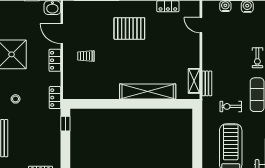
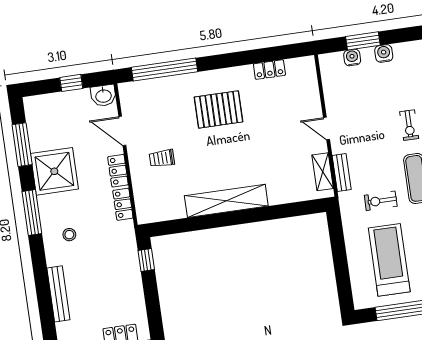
door: (201, 25) -> (326, 129), moved
shelving: (148, 91) -> (226, 201), moved
locker: (55, 98) -> (123, 204), moved

